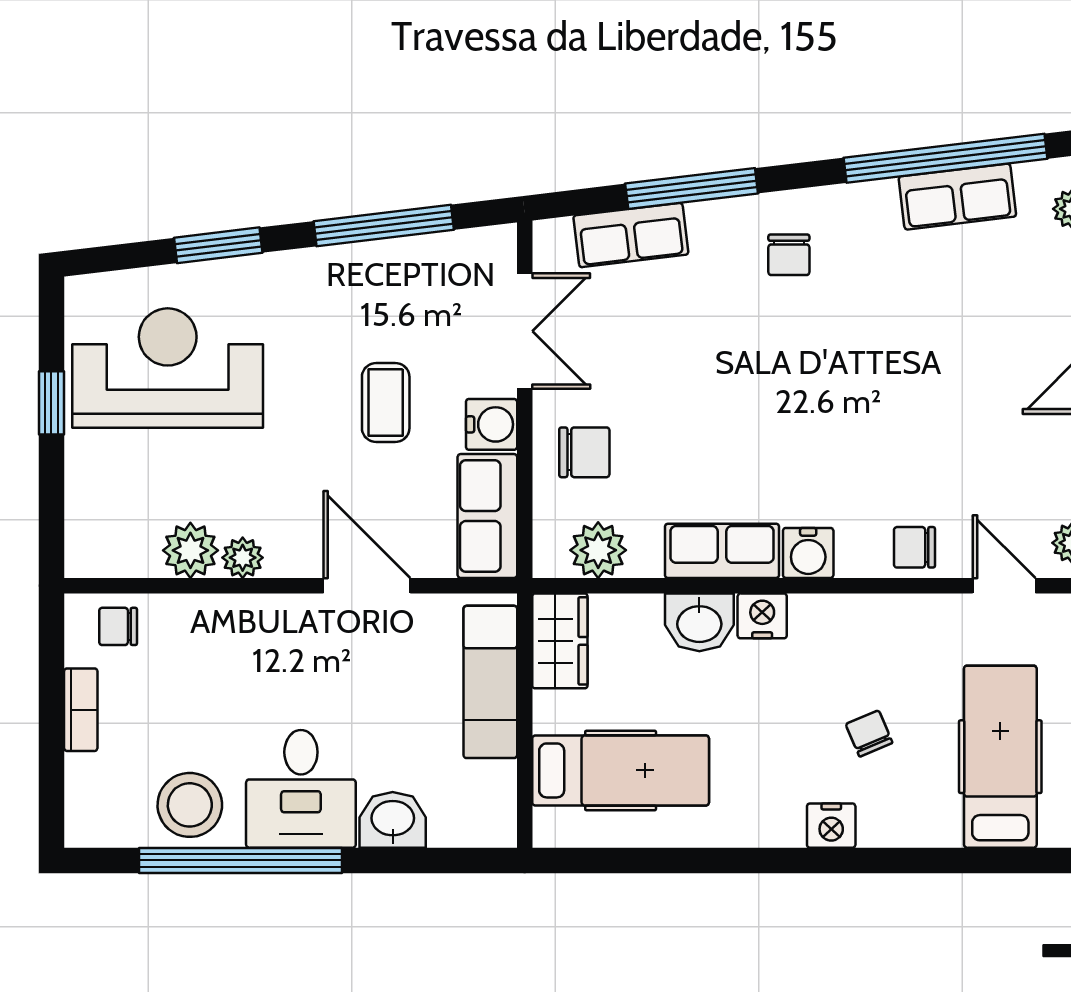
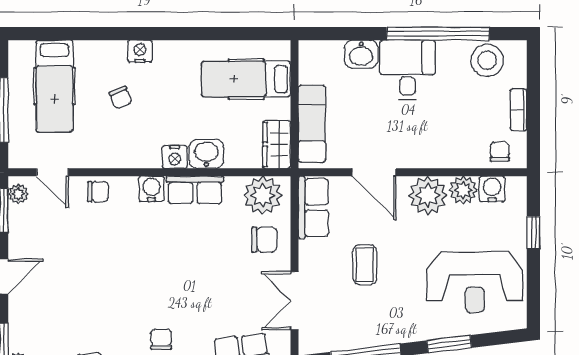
window: (51, 403) -> (533, 233), moved
water cooler: (492, 424) -> (492, 189), moved, turned 90
chair: (584, 452) -> (264, 240), turned 180
plant: (598, 550) -> (263, 195), width x1.36, depth x1.36
plant: (243, 558) -> (428, 195), width x1.87, depth x1.87
chair: (118, 626) -> (500, 152), turned -90
stool: (190, 805) -> (487, 60), moved

